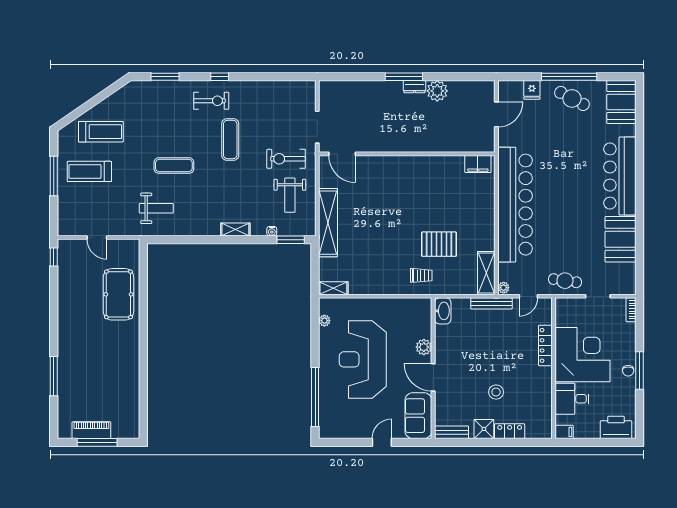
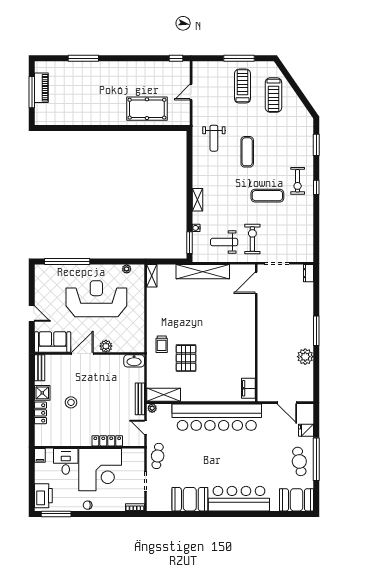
dresser: (414, 87) -> (308, 273), moved
cafe table: (572, 98) -> (299, 461), turned -38
window: (639, 371) -> (56, 514), moved

